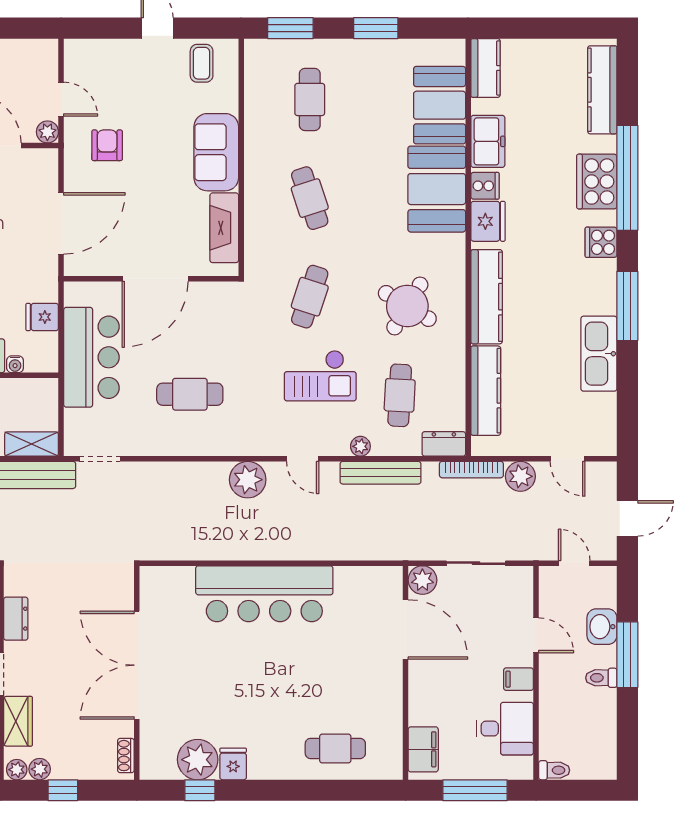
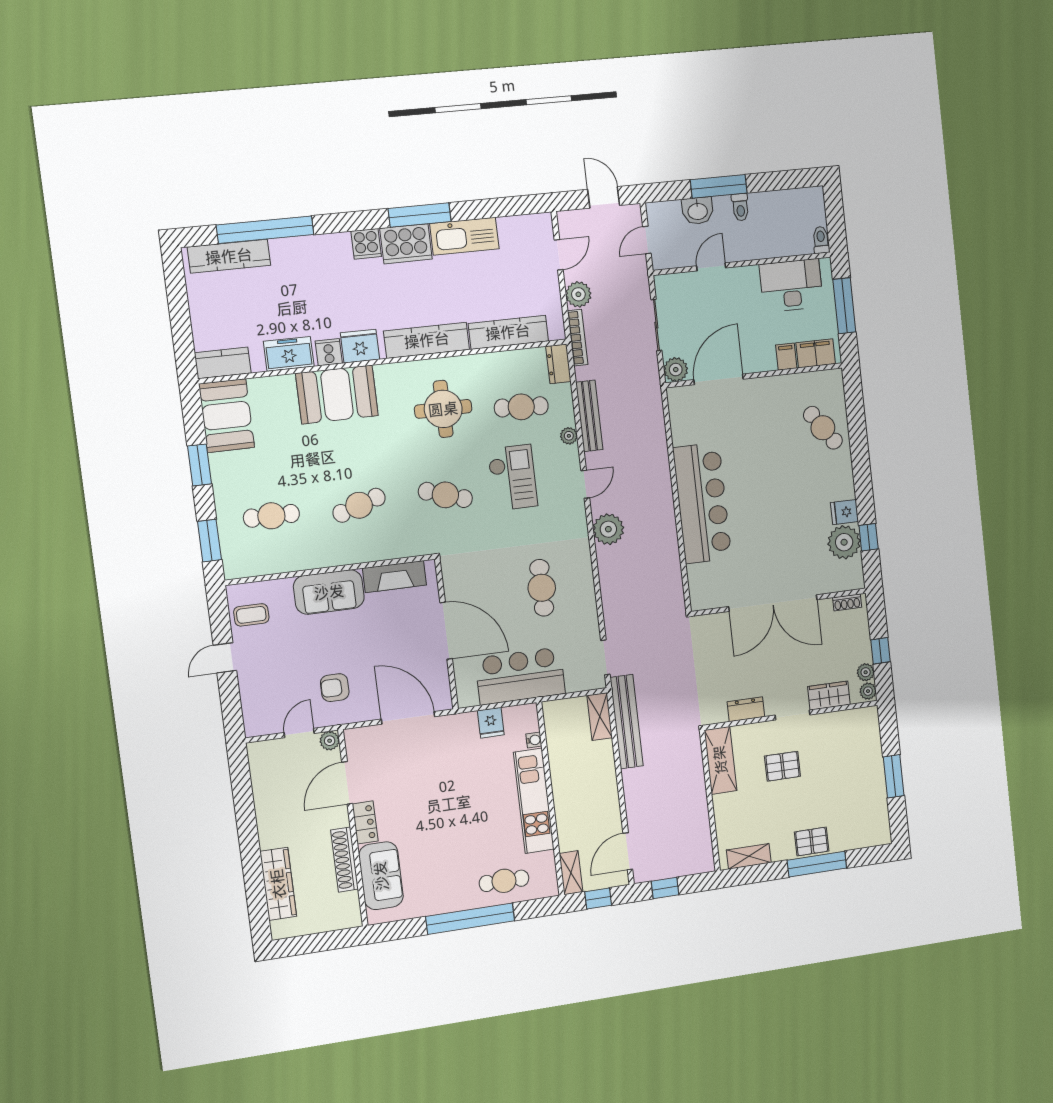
booth: (440, 105) -> (227, 416), moved, turned 90
window: (627, 178) -> (265, 230), moved
cooker: (597, 182) -> (406, 244), moved
round table: (407, 306) -> (443, 409), turned -31
filing cabinet: (518, 679) -> (786, 357), moved, turned 180
desk: (505, 729) -> (791, 285), width x1.37
cafe table: (335, 748) -> (823, 428), turned -35

